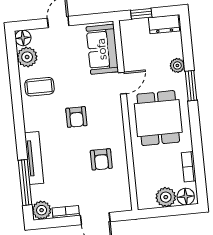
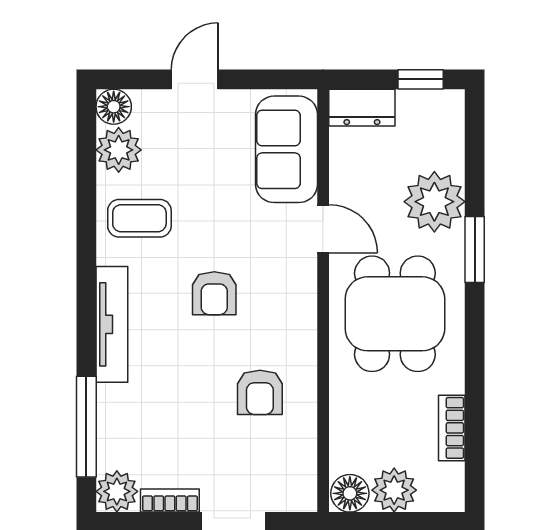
window: (141, 14) -> (421, 79), moved
dresser: (164, 24) -> (362, 108), moved
plant: (177, 65) -> (434, 202), width x1.87, depth x1.87
door: (122, 83) -> (323, 229), hinge flipped
tv unit: (34, 158) -> (112, 324), moved
floor lamp: (186, 197) -> (350, 493), moved

